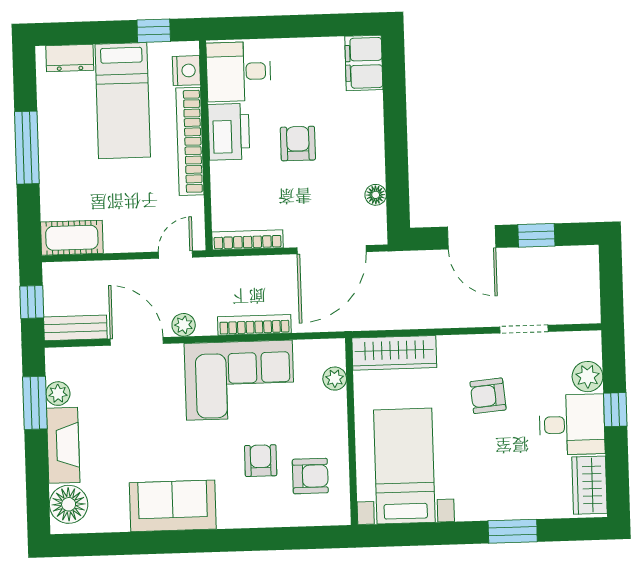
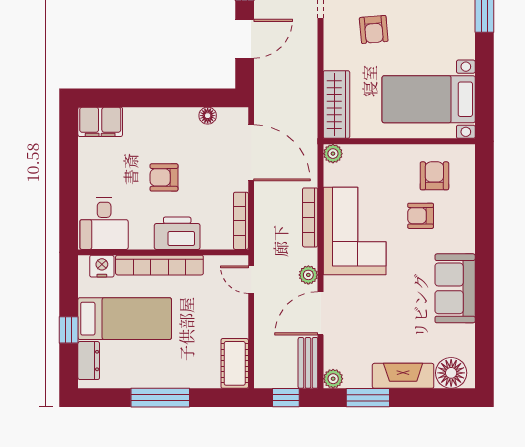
window: (154, 31) -> (69, 330), moved
printer: (229, 132) -> (177, 233), moved
plant: (335, 379) -> (333, 154), moved
plant: (58, 394) -> (333, 379), moved

